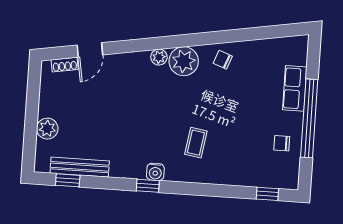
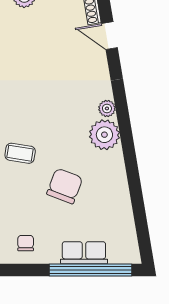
chair: (223, 60) -> (65, 186), moved, width x1.87, depth x1.87
window: (309, 118) -> (90, 270), moved

